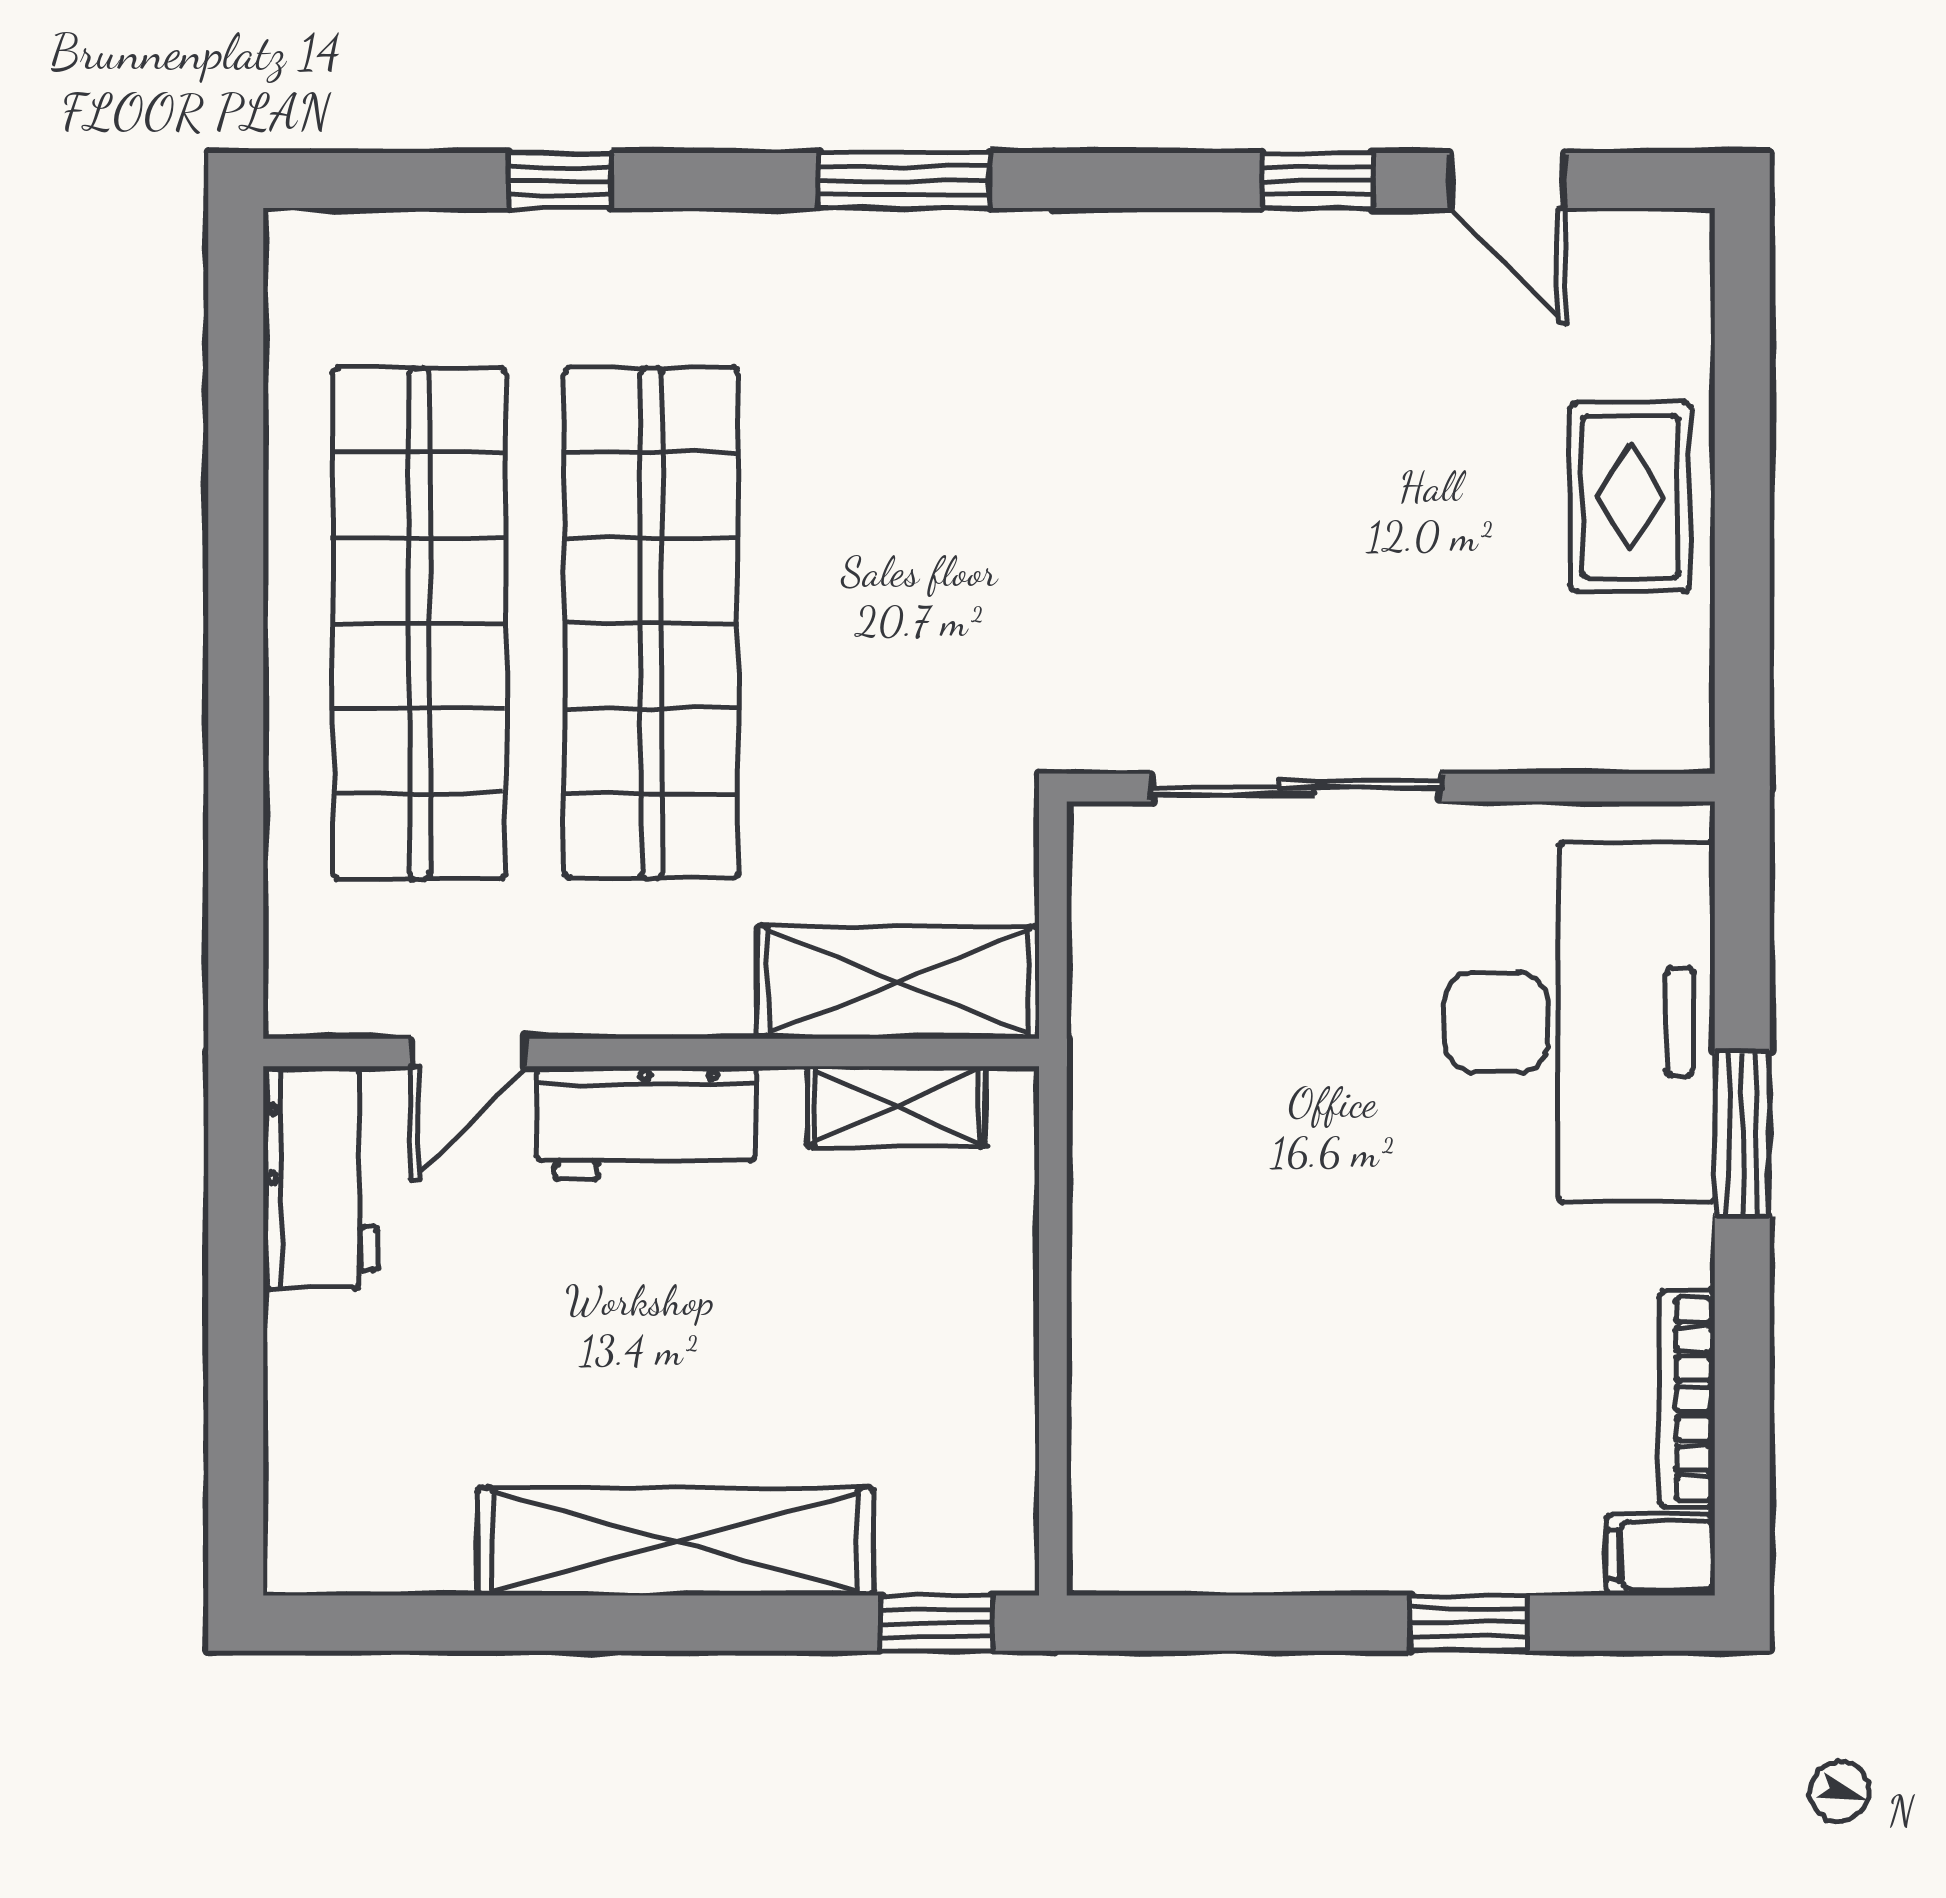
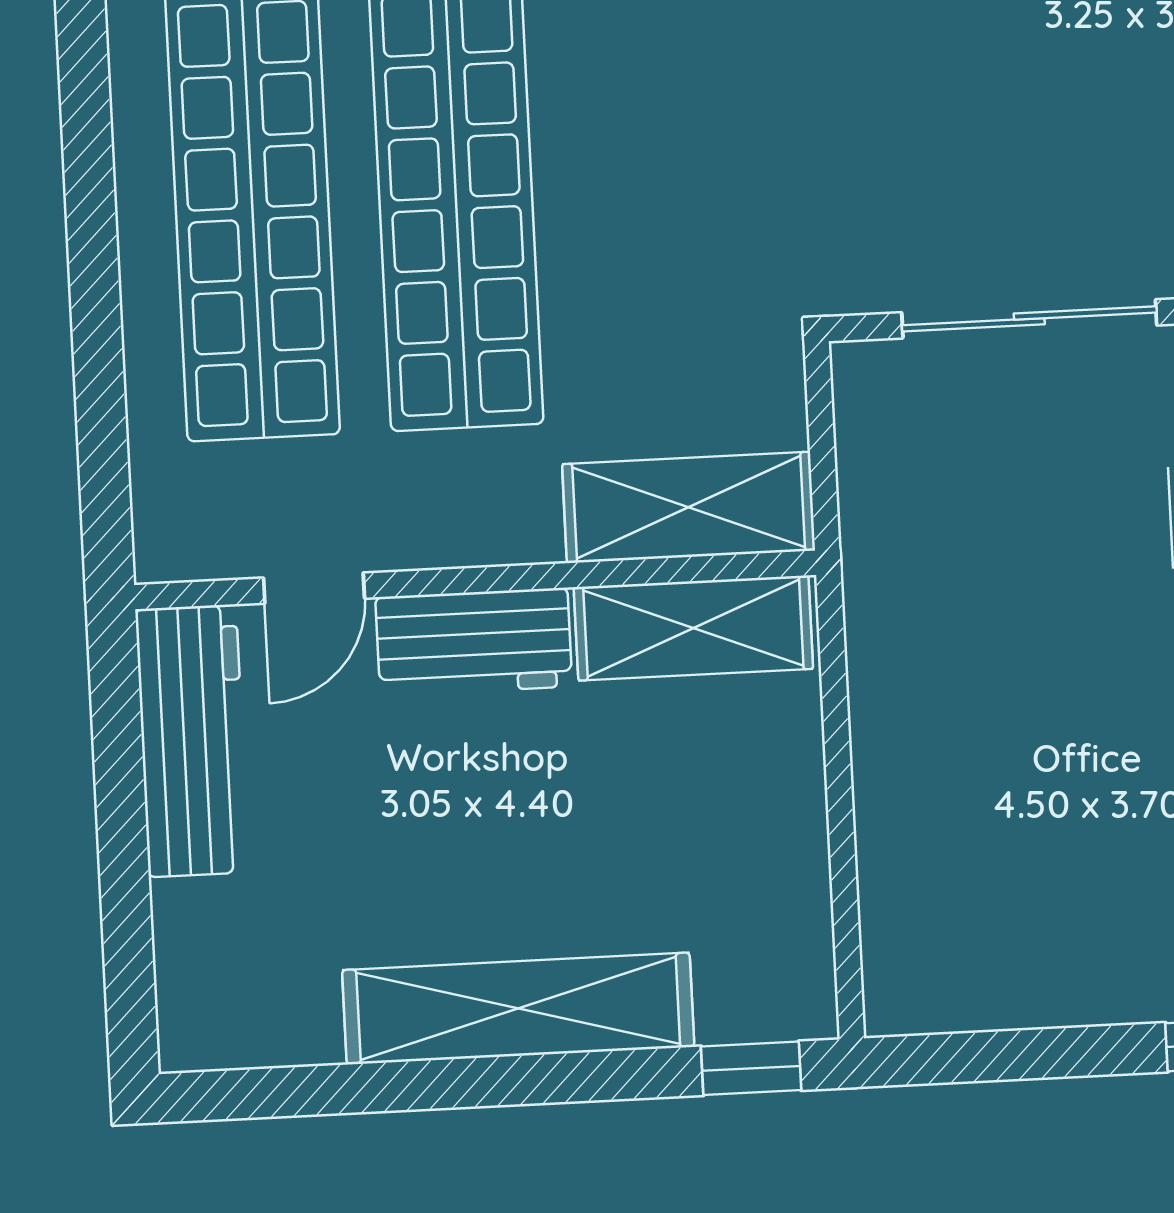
shelving: (896, 1106) -> (693, 628), width x1.50, depth x1.33
workbench: (321, 1177) -> (192, 741), width x1.38

